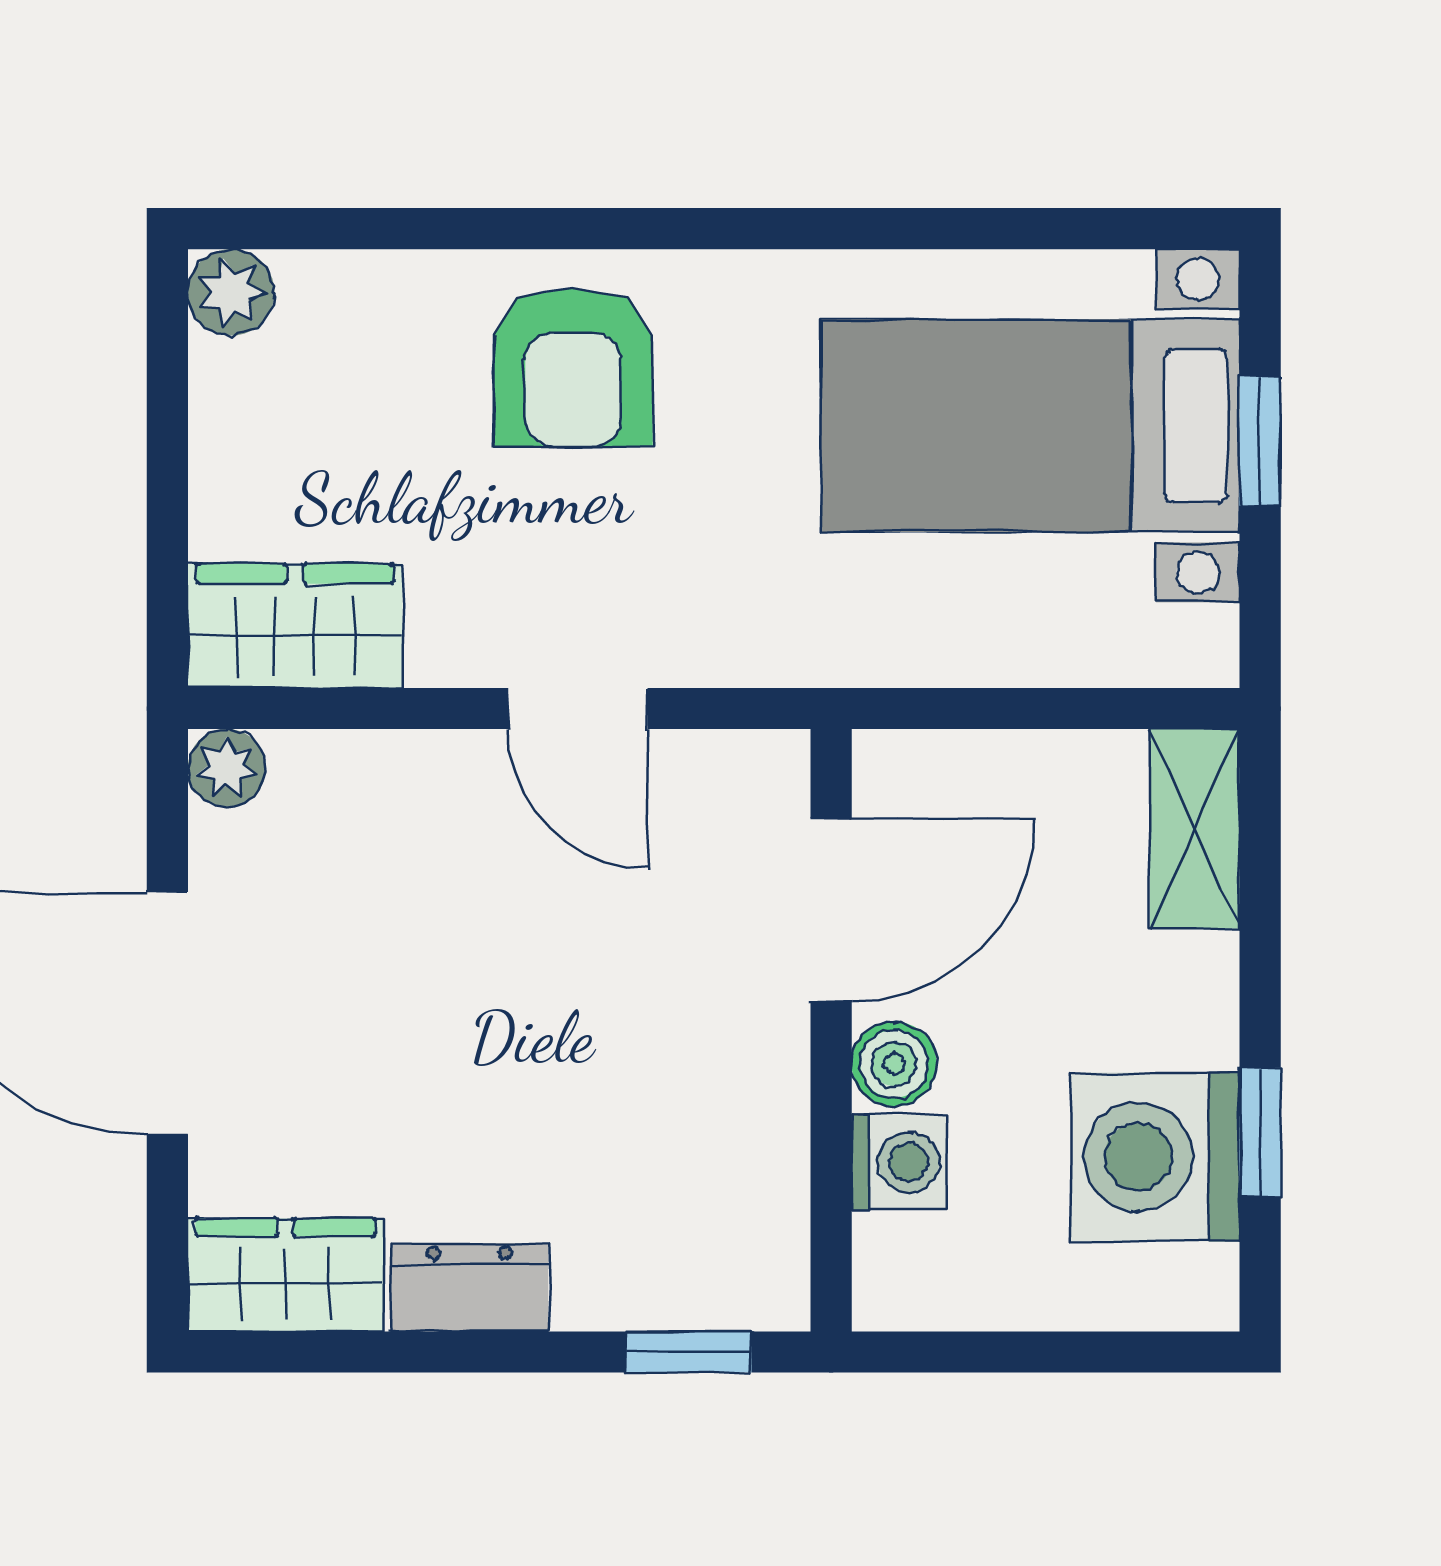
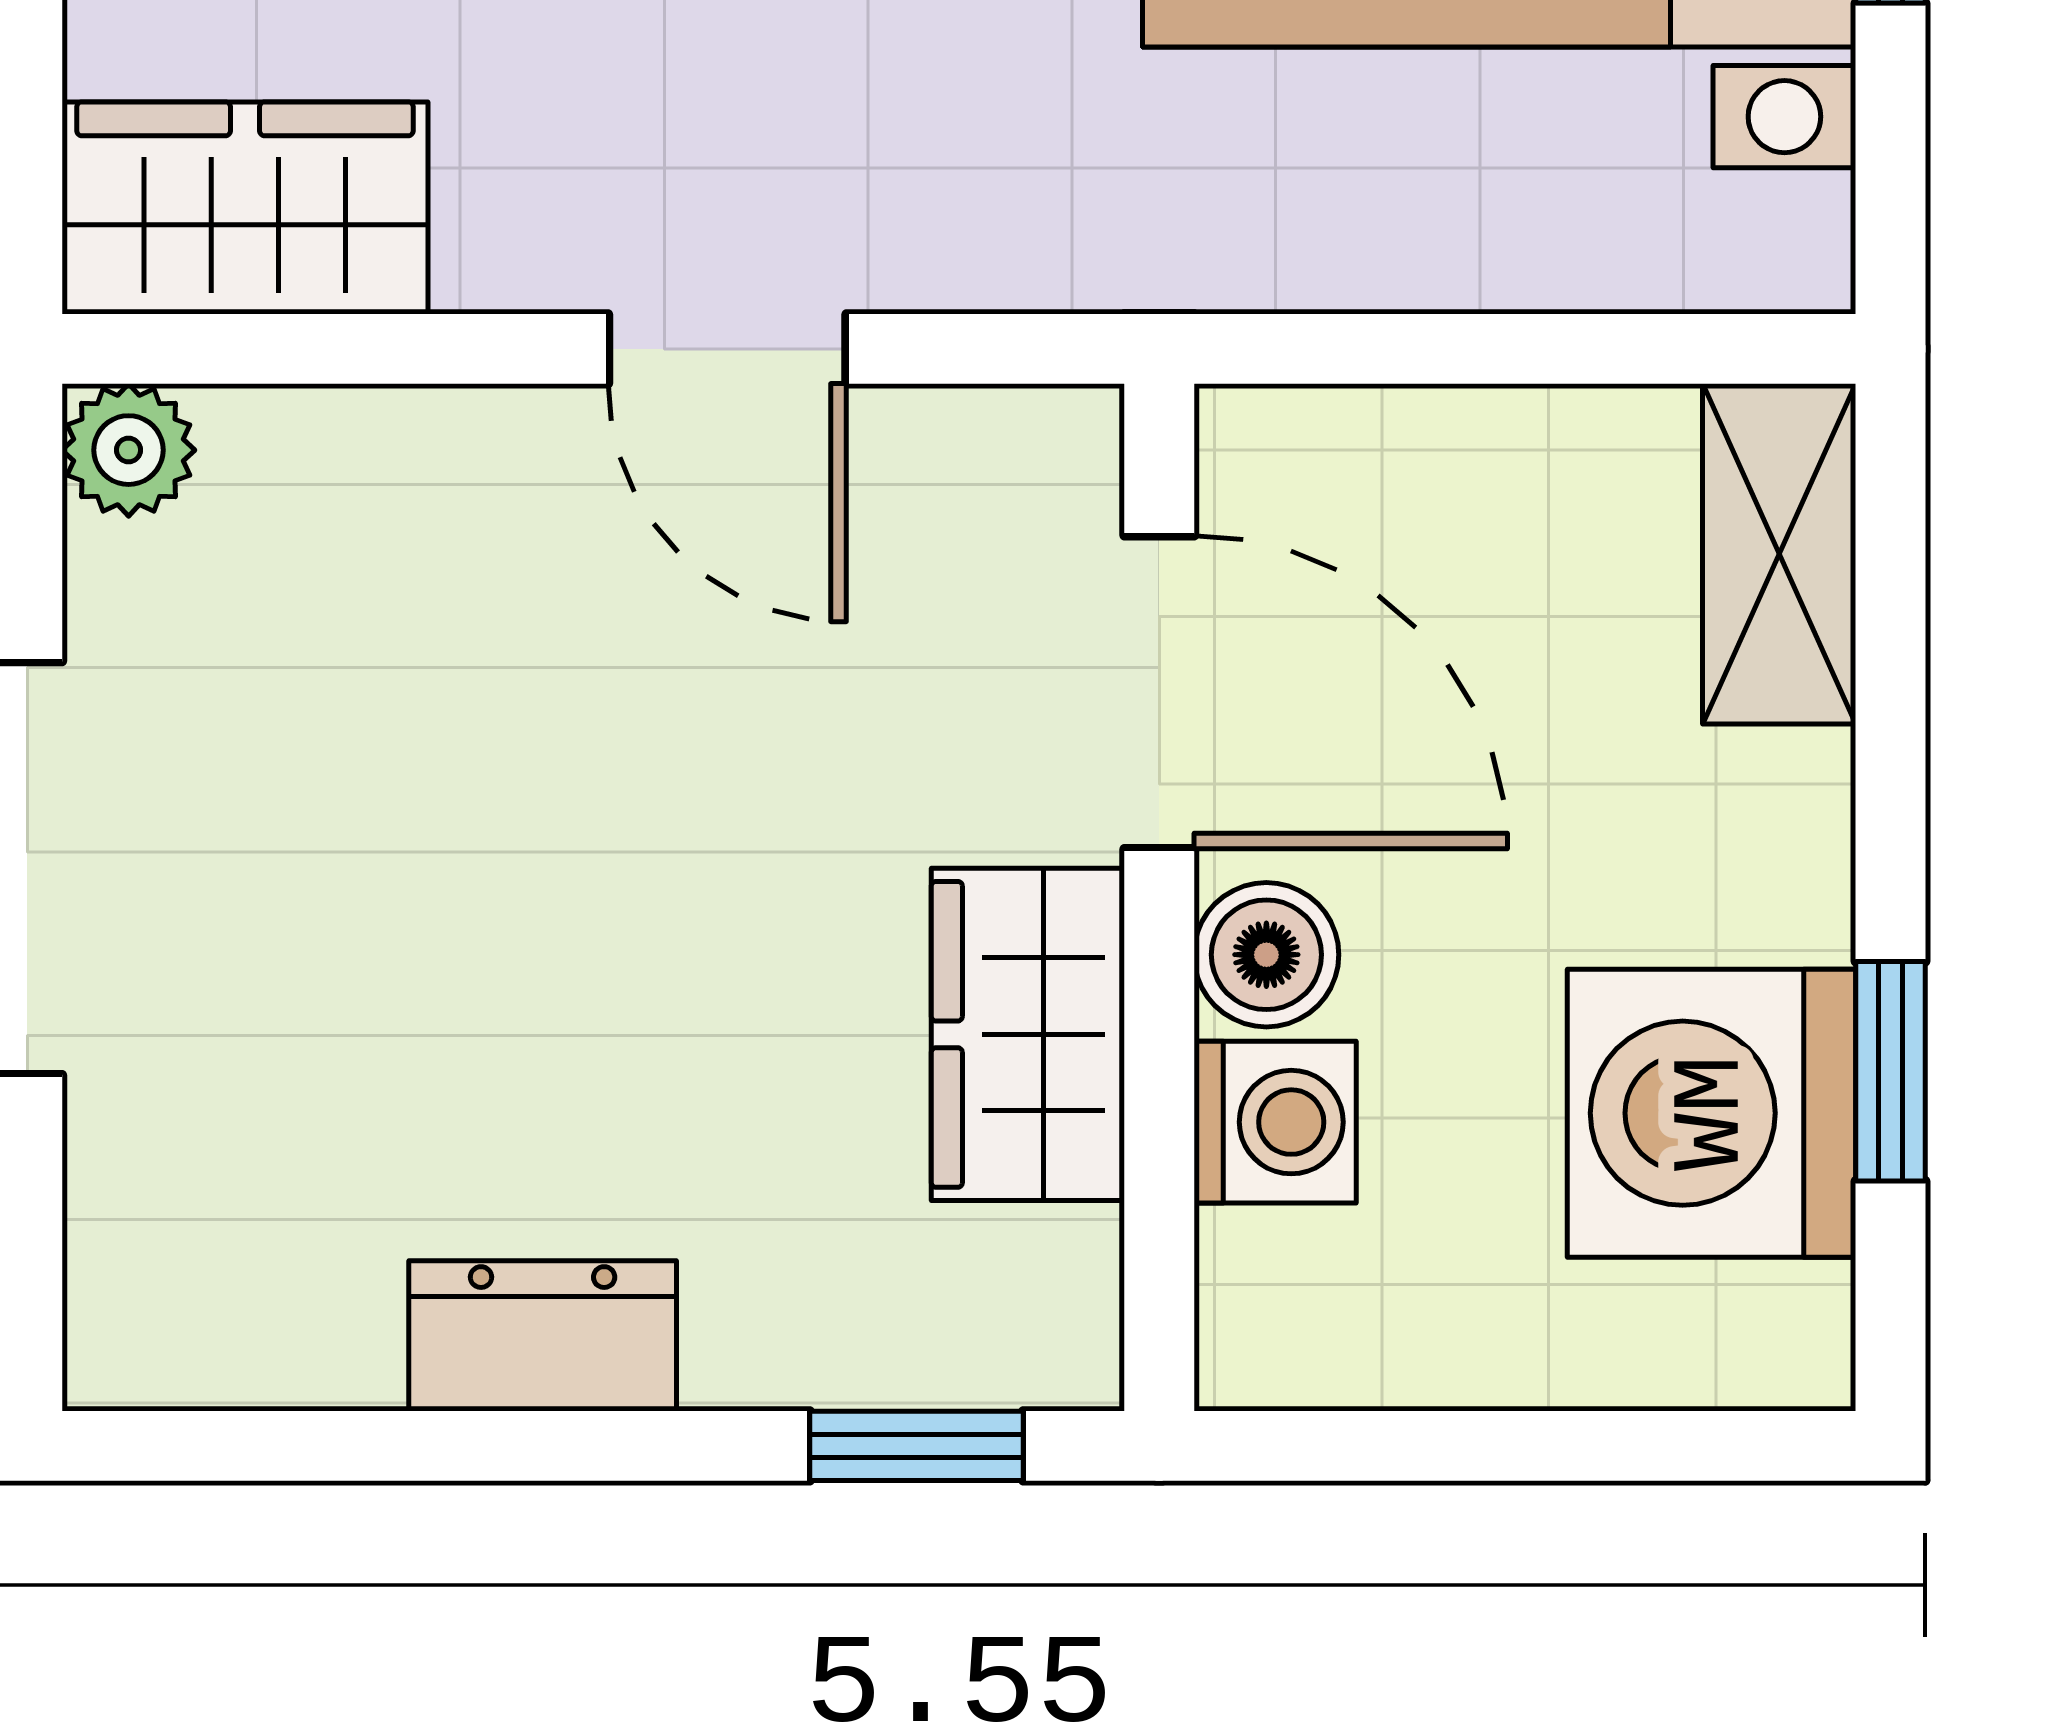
door: (831, 910) -> (1159, 692), hinge flipped
wardrobe: (285, 1275) -> (1028, 1034), moved, turned -90

